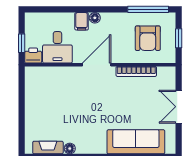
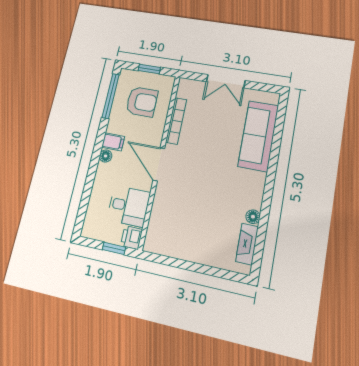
filing cabinet: (82, 21) -> (113, 142), moved

